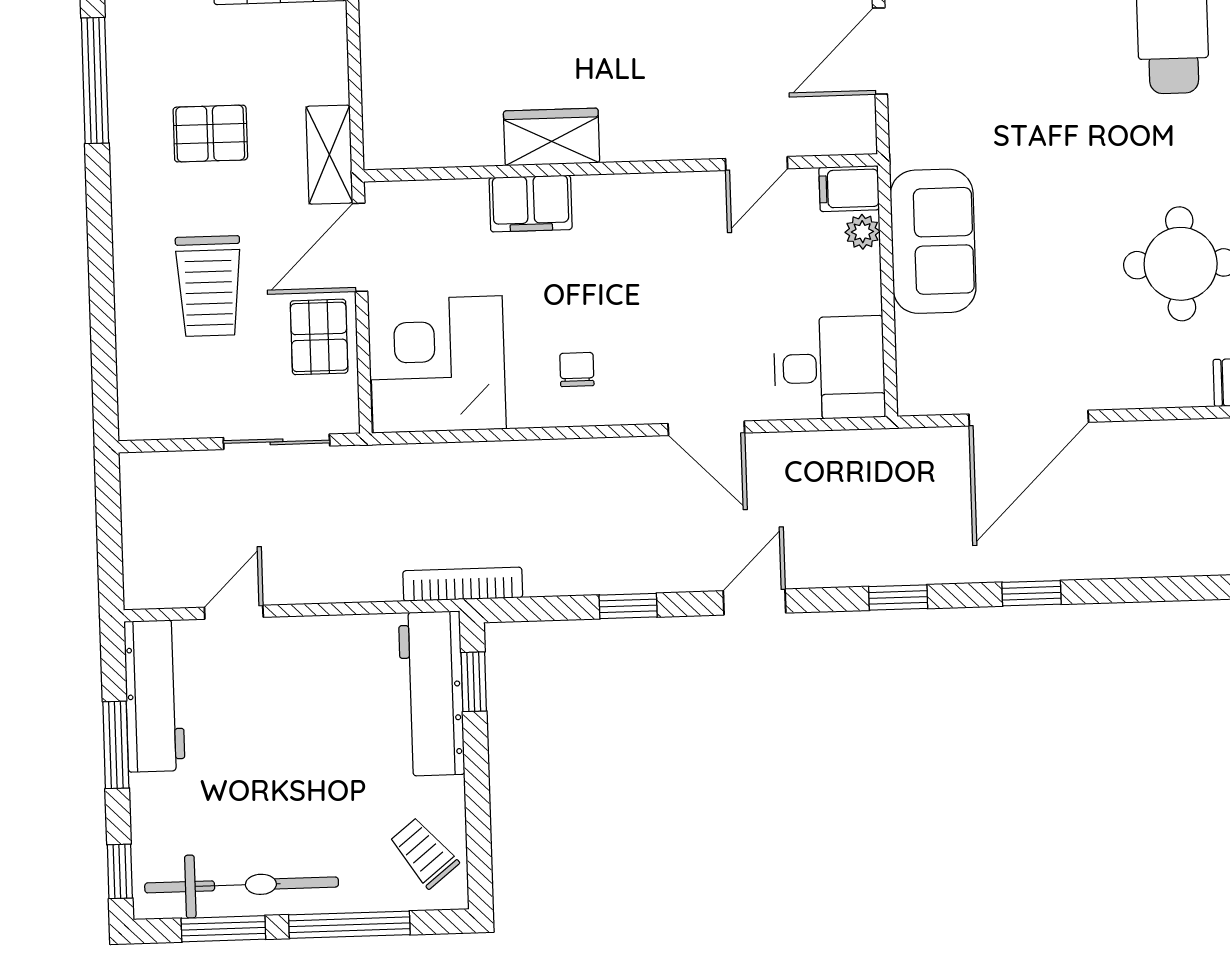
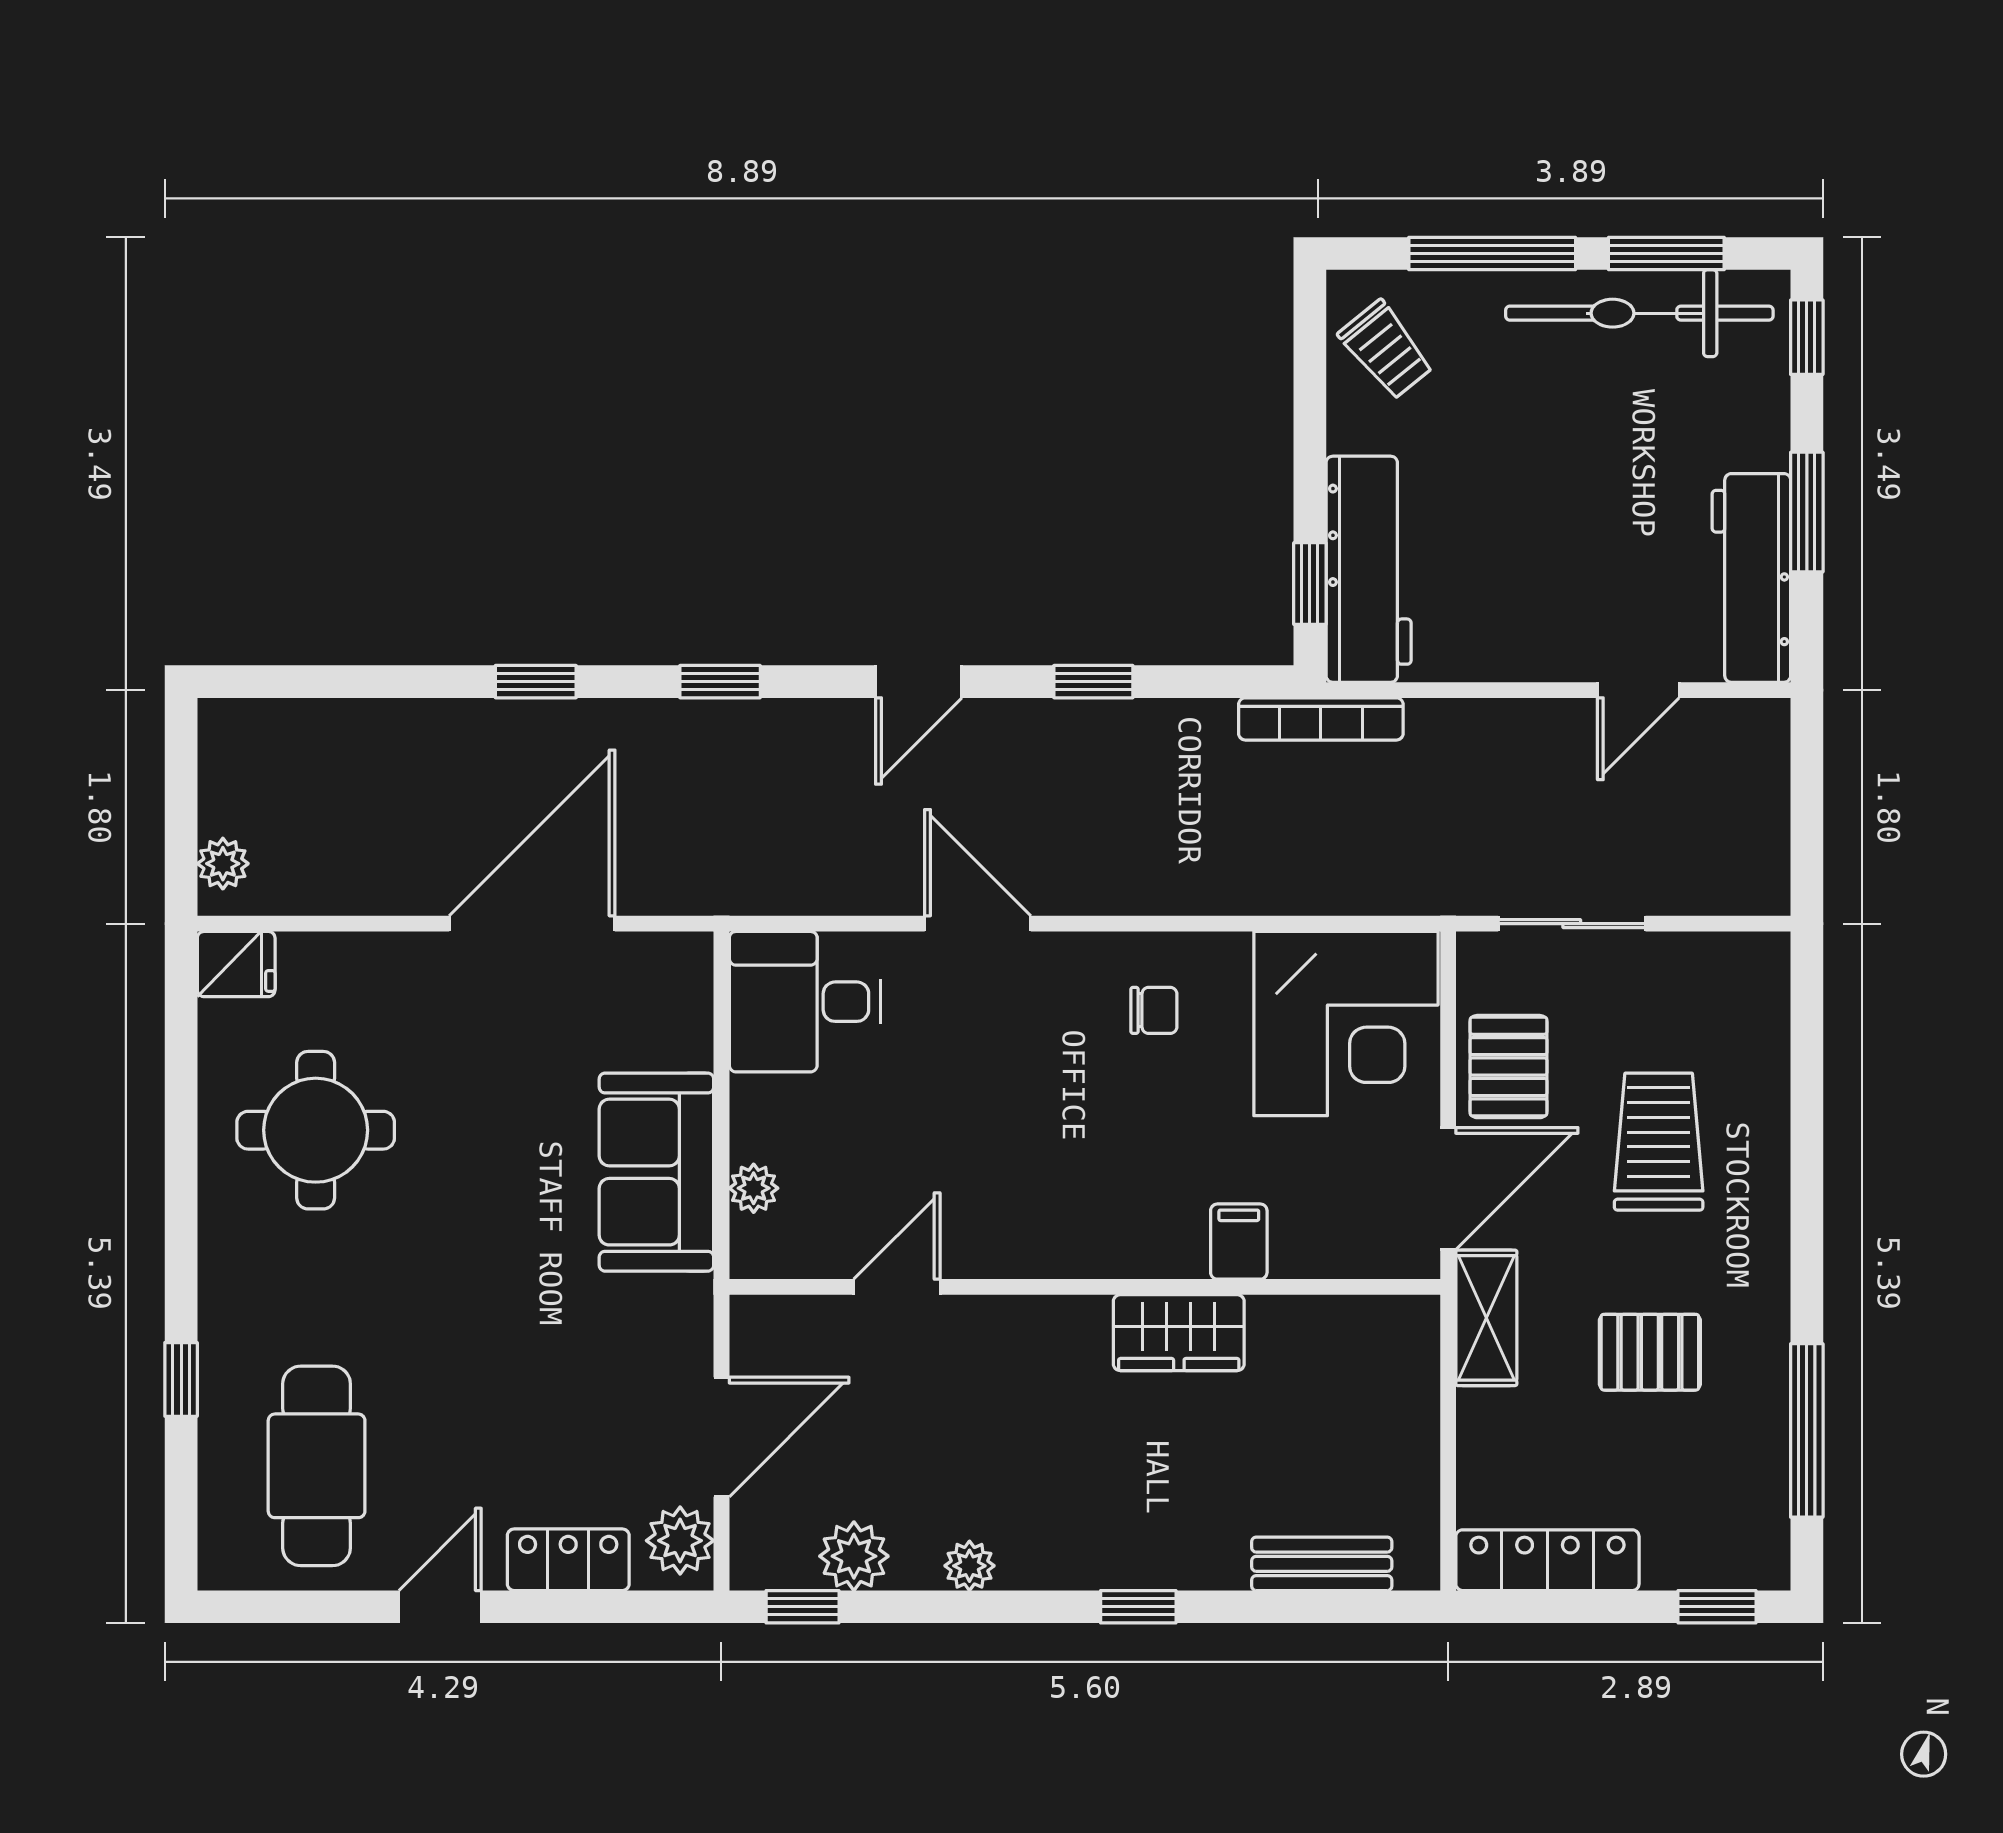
filing cabinet: (849, 189) -> (770, 1248), removed
filing cabinet: (531, 204) -> (1239, 1242), width x0.50
chair: (577, 370) -> (1154, 1010), turned -90

